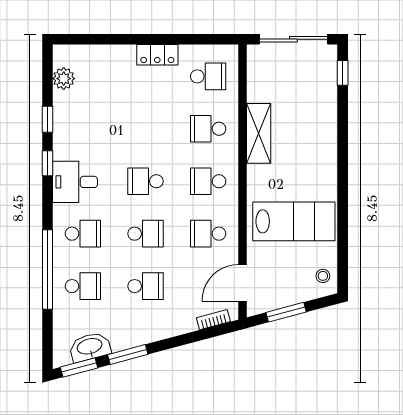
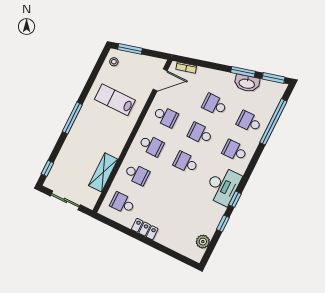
sliding door: (293, 39) -> (65, 200), width x0.73
shelving: (259, 133) -> (103, 172), moved
window: (343, 164) -> (72, 118), added
school desk: (145, 181) -> (186, 163), turned 180
desk: (75, 182) -> (223, 186), width x1.37
lab bench: (294, 221) -> (115, 100), width x0.73, depth x0.72
window: (47, 270) -> (273, 122), moved
window: (286, 312) -> (130, 49), moved
washbasin: (90, 347) -> (247, 83), moved

